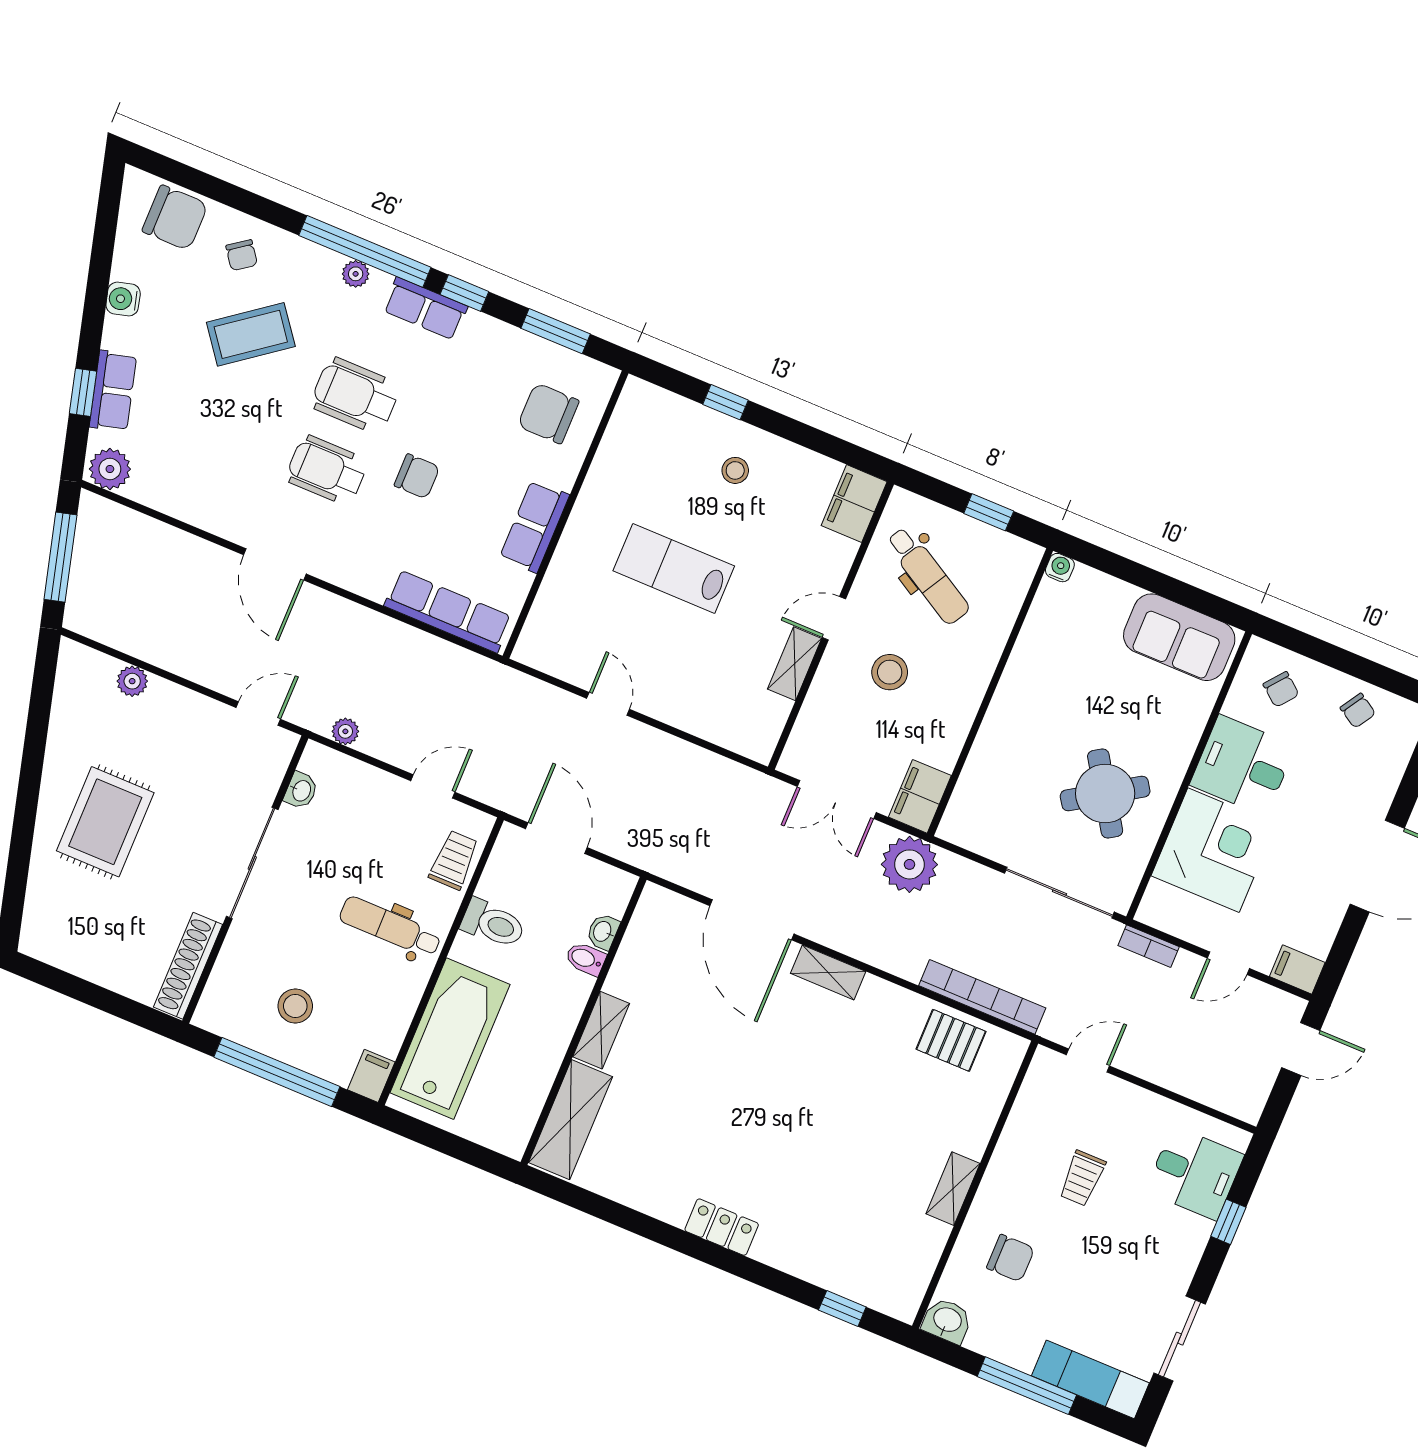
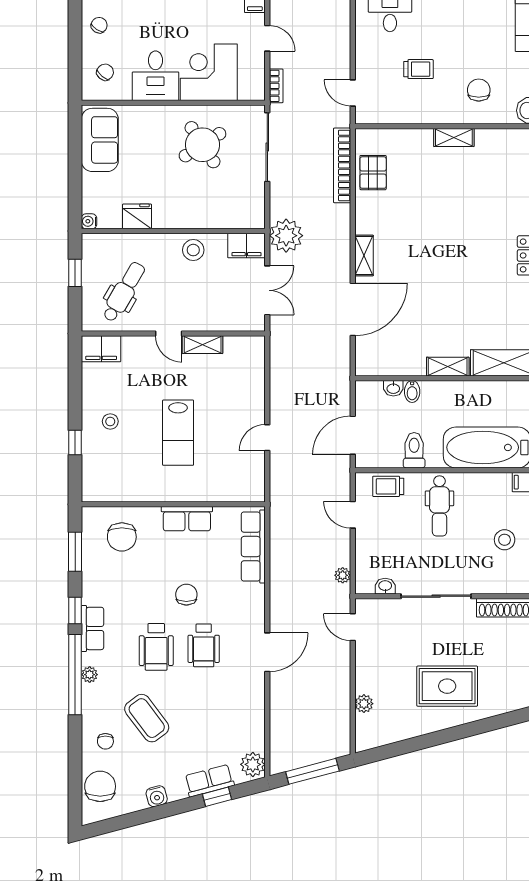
chair: (242, 255) -> (105, 741), turned 126
fridge: (1036, 645) -> (137, 216), added
stool: (890, 672) -> (193, 250), moved

